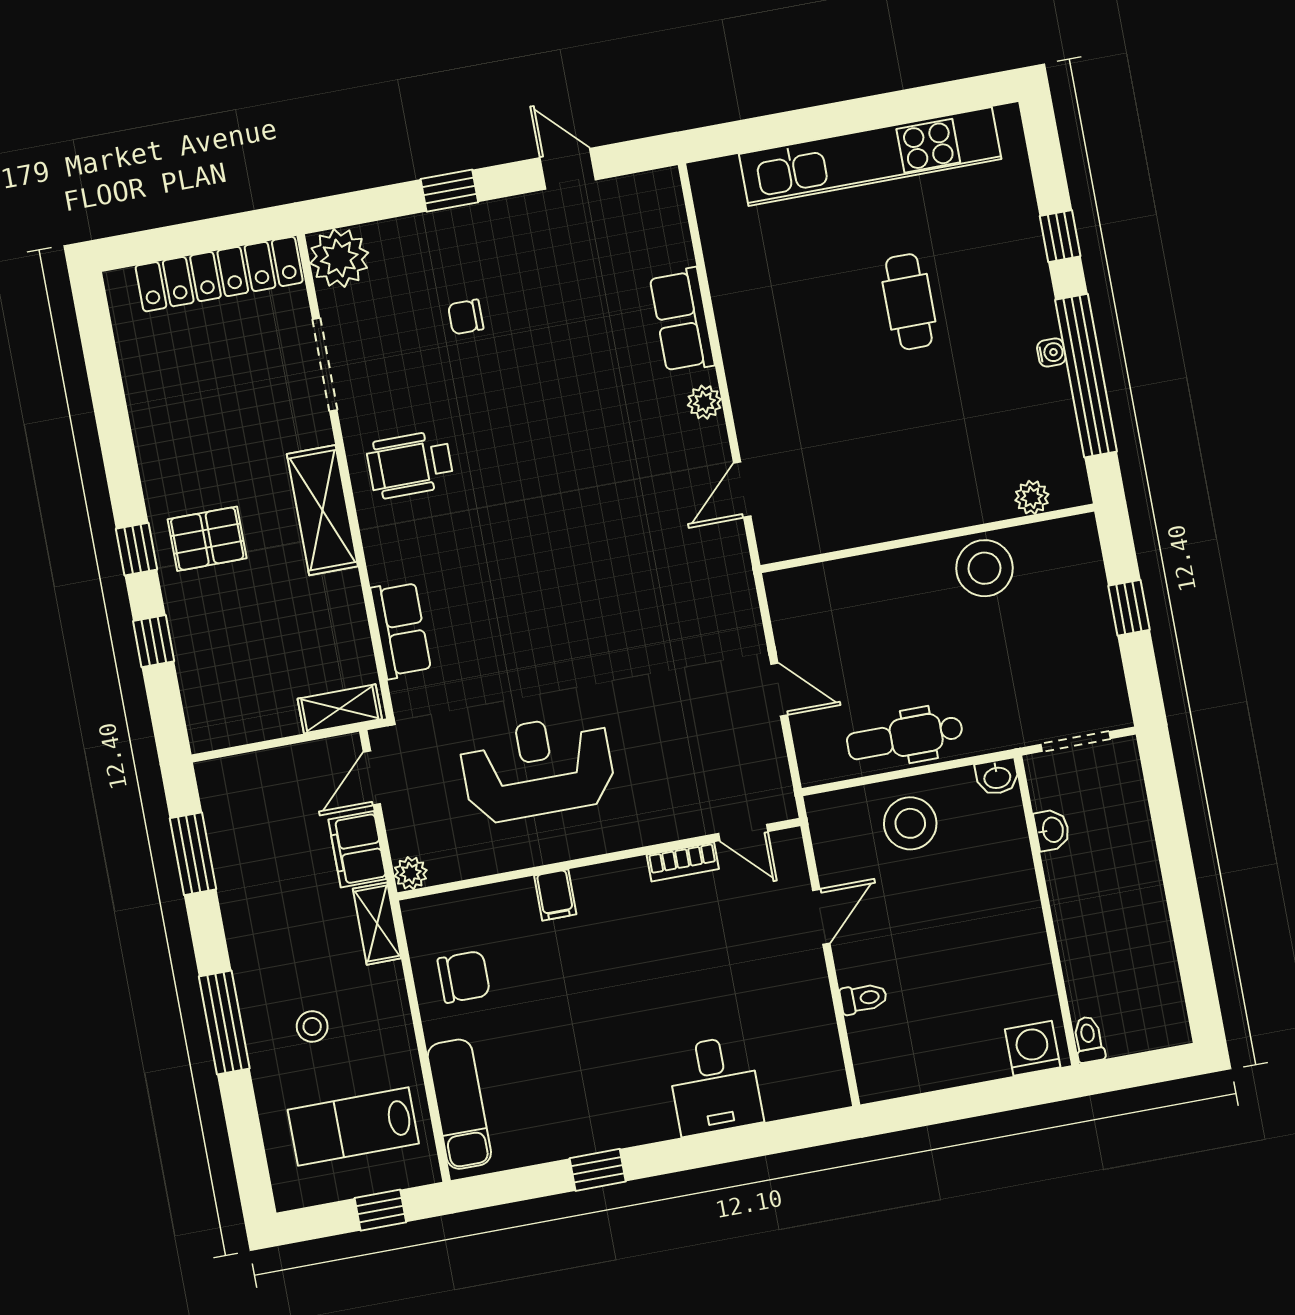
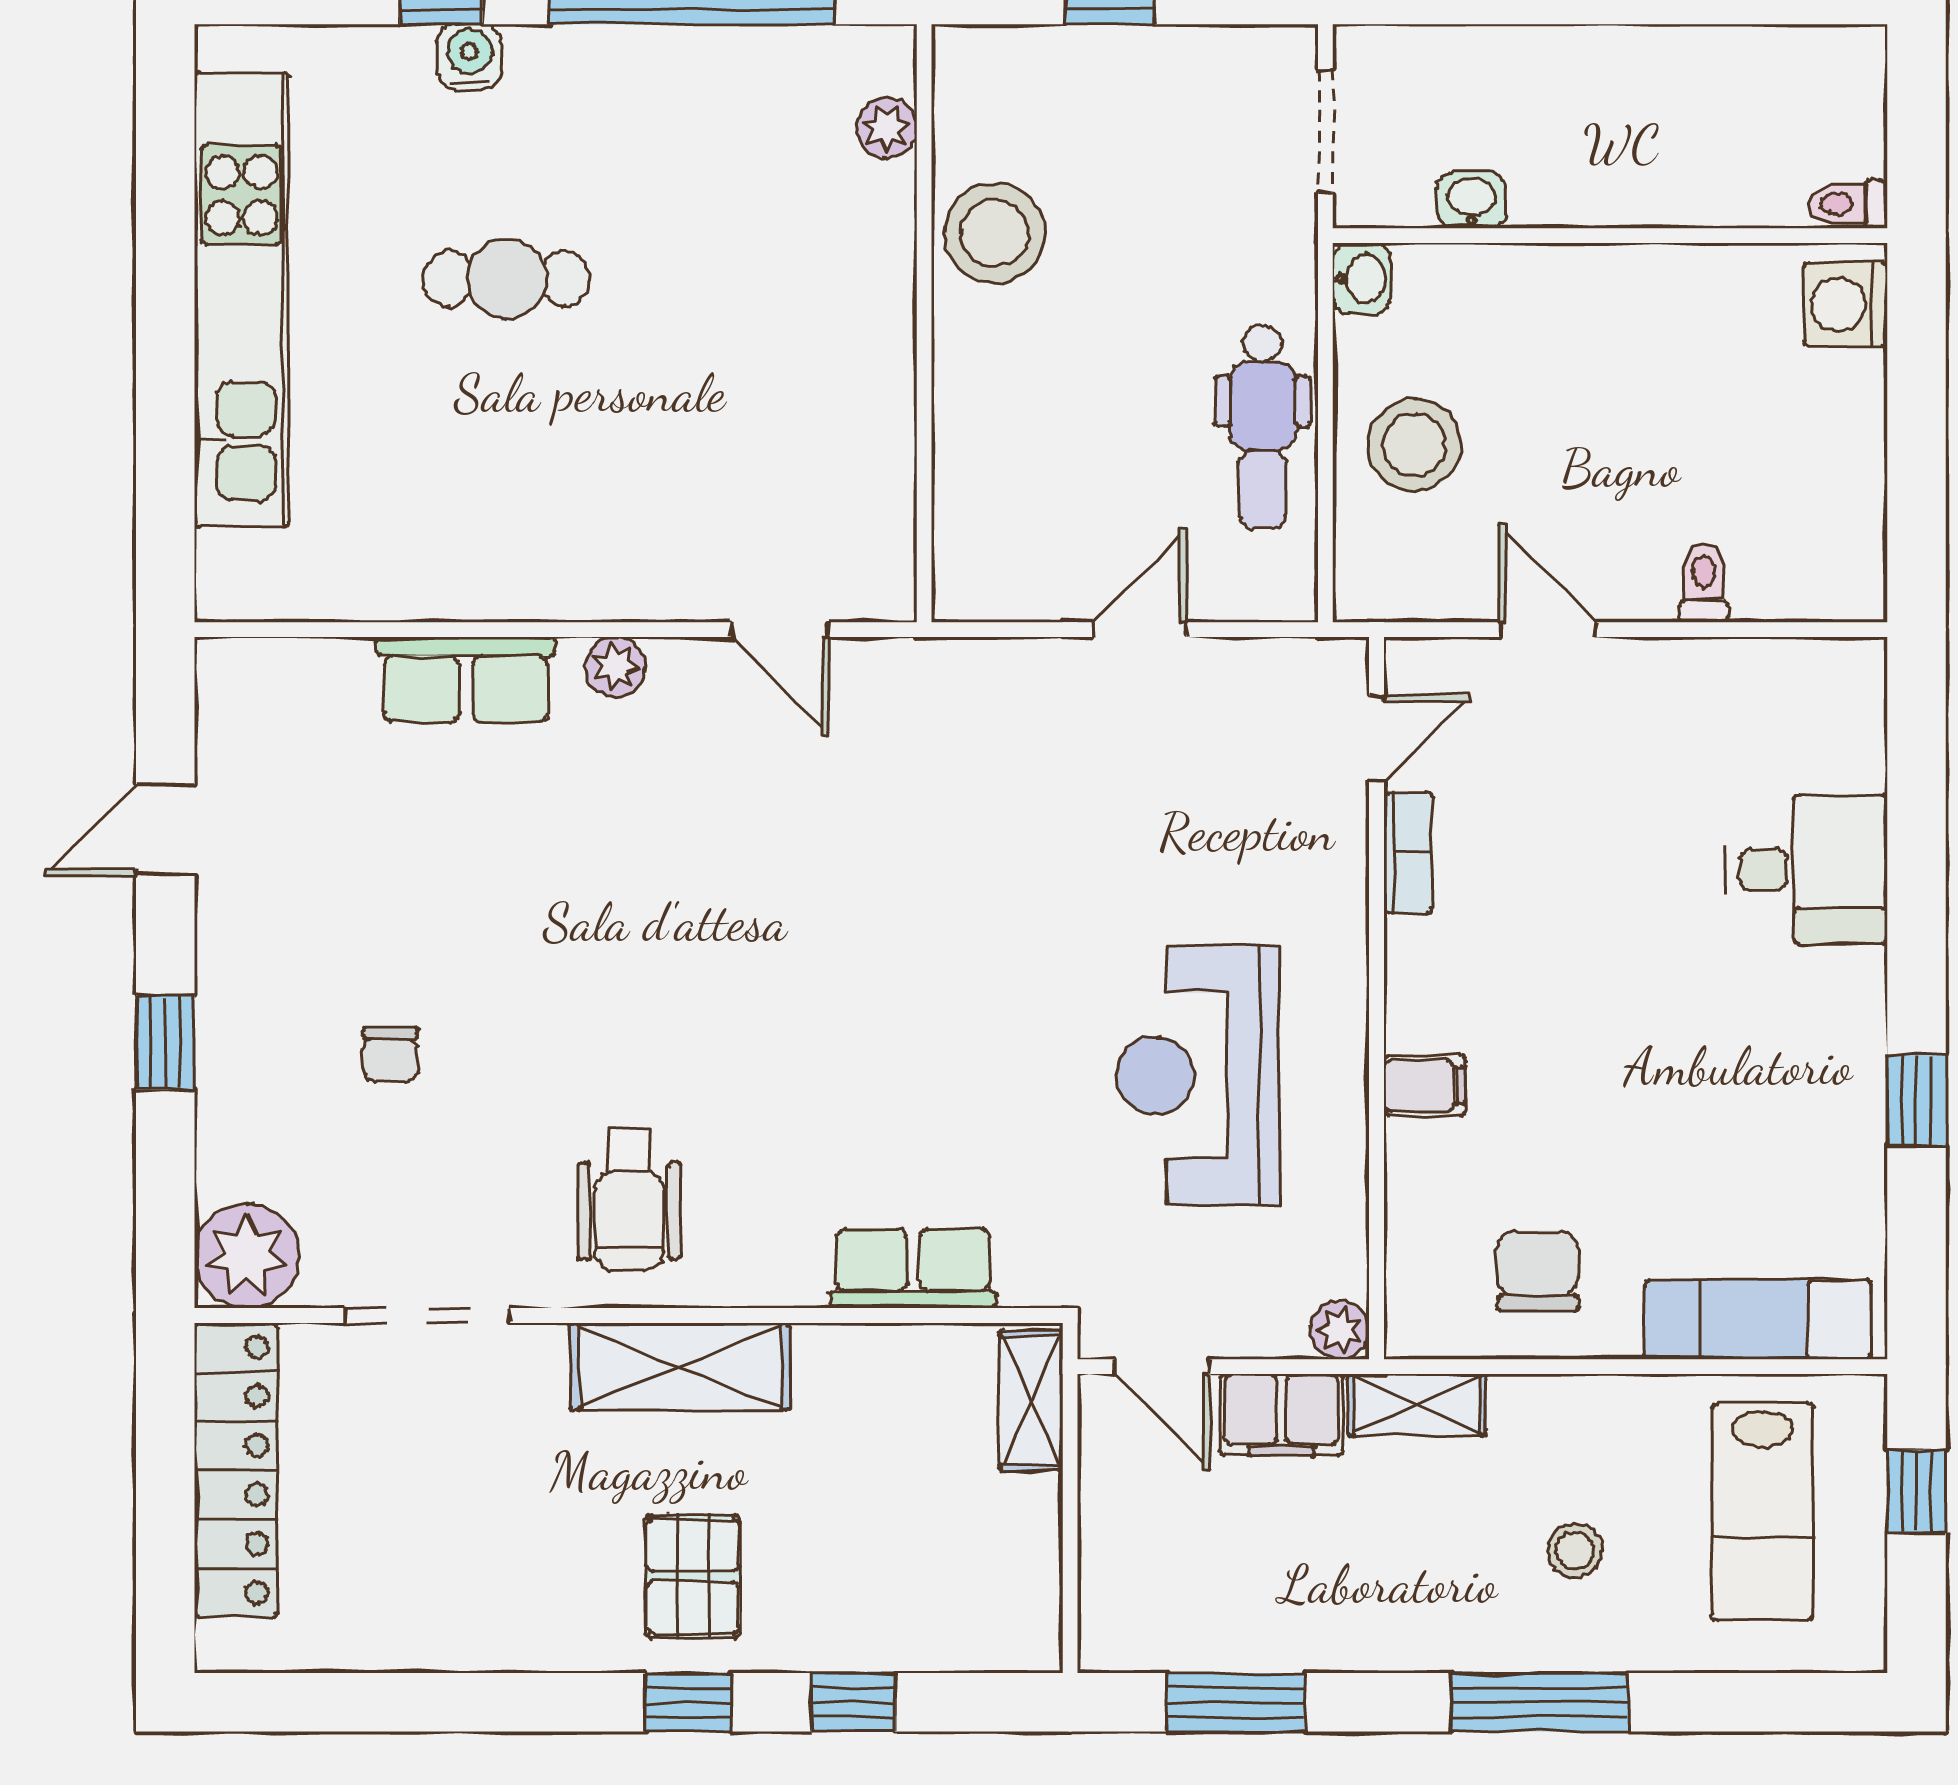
water cooler: (1051, 353) -> (469, 57), moved, width x1.38, depth x1.38

